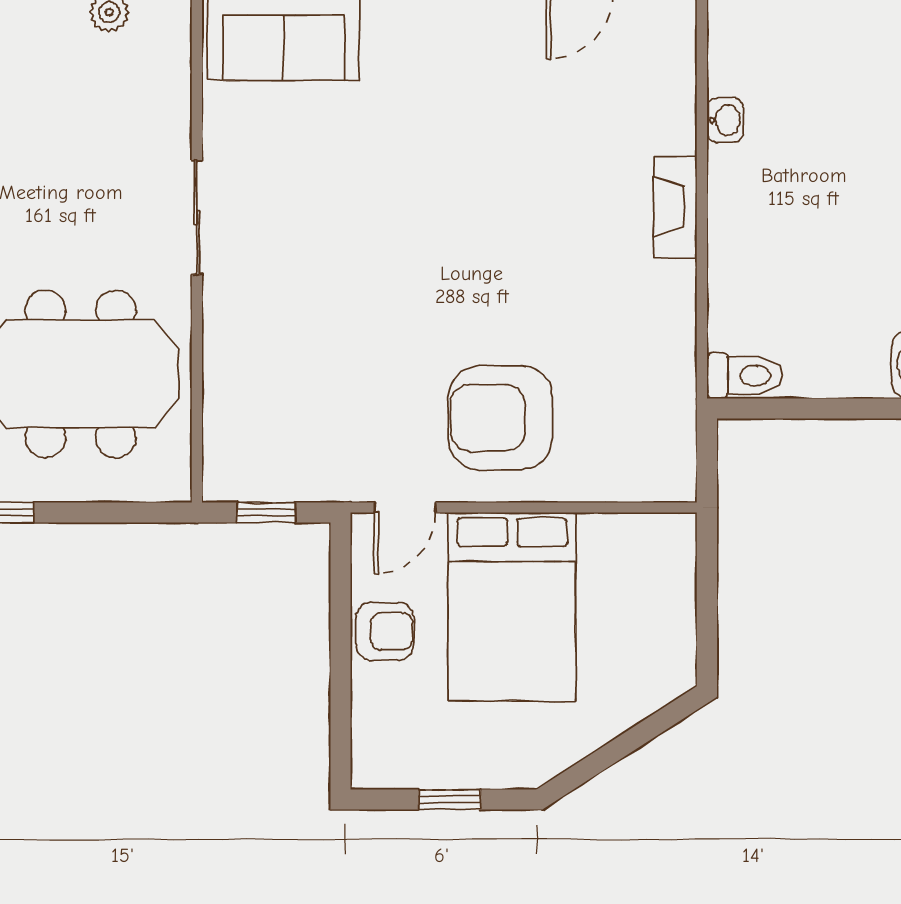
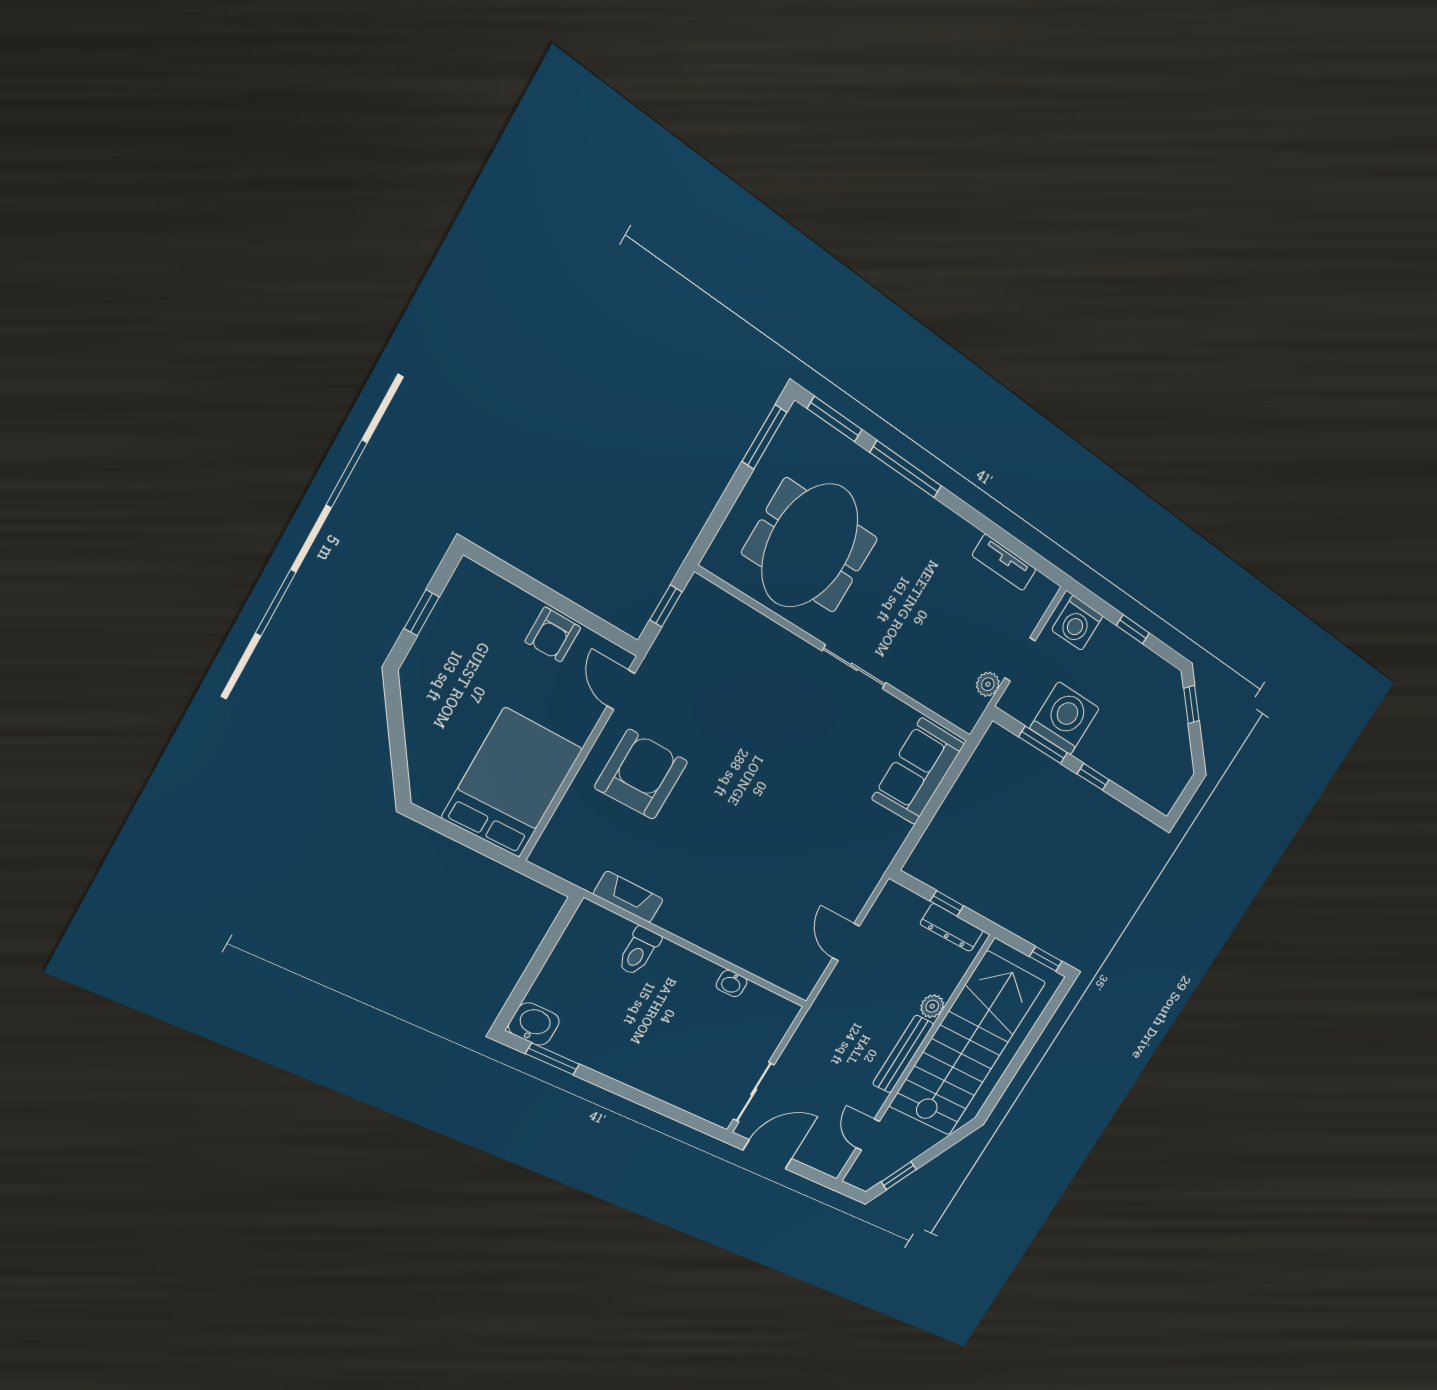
fireplace: (675, 207) -> (628, 897), moved
toilet: (745, 376) -> (639, 951), moved
bed: (512, 607) -> (512, 783), moved, turned 90

